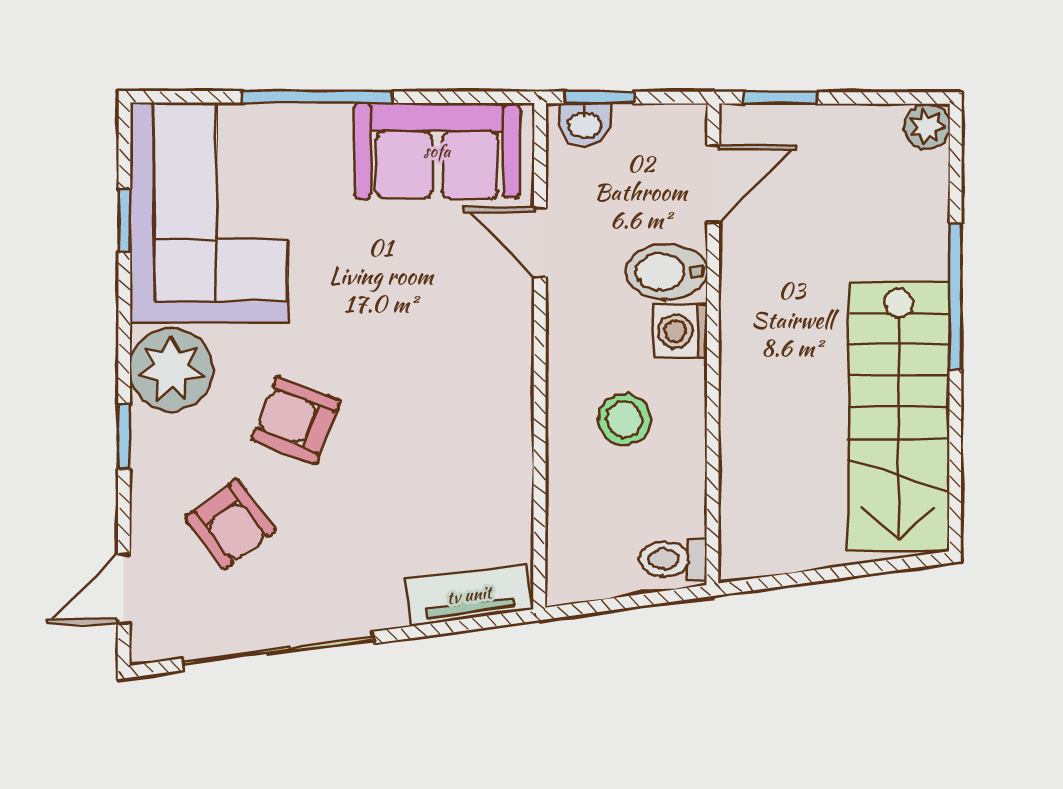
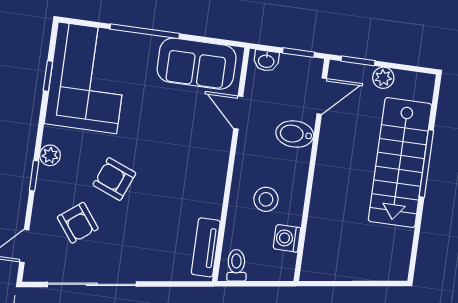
window: (600, 97) -> (299, 53), moved
plant: (927, 127) -> (383, 78), moved
washing machine: (681, 331) -> (287, 238), moved
plant: (171, 369) -> (50, 155), width x0.53, depth x0.53
stairs: (899, 416) -> (400, 163), moved
toilet: (673, 559) -> (236, 265), moved, turned 82
tv unit: (469, 595) -> (206, 247), moved, turned -82

